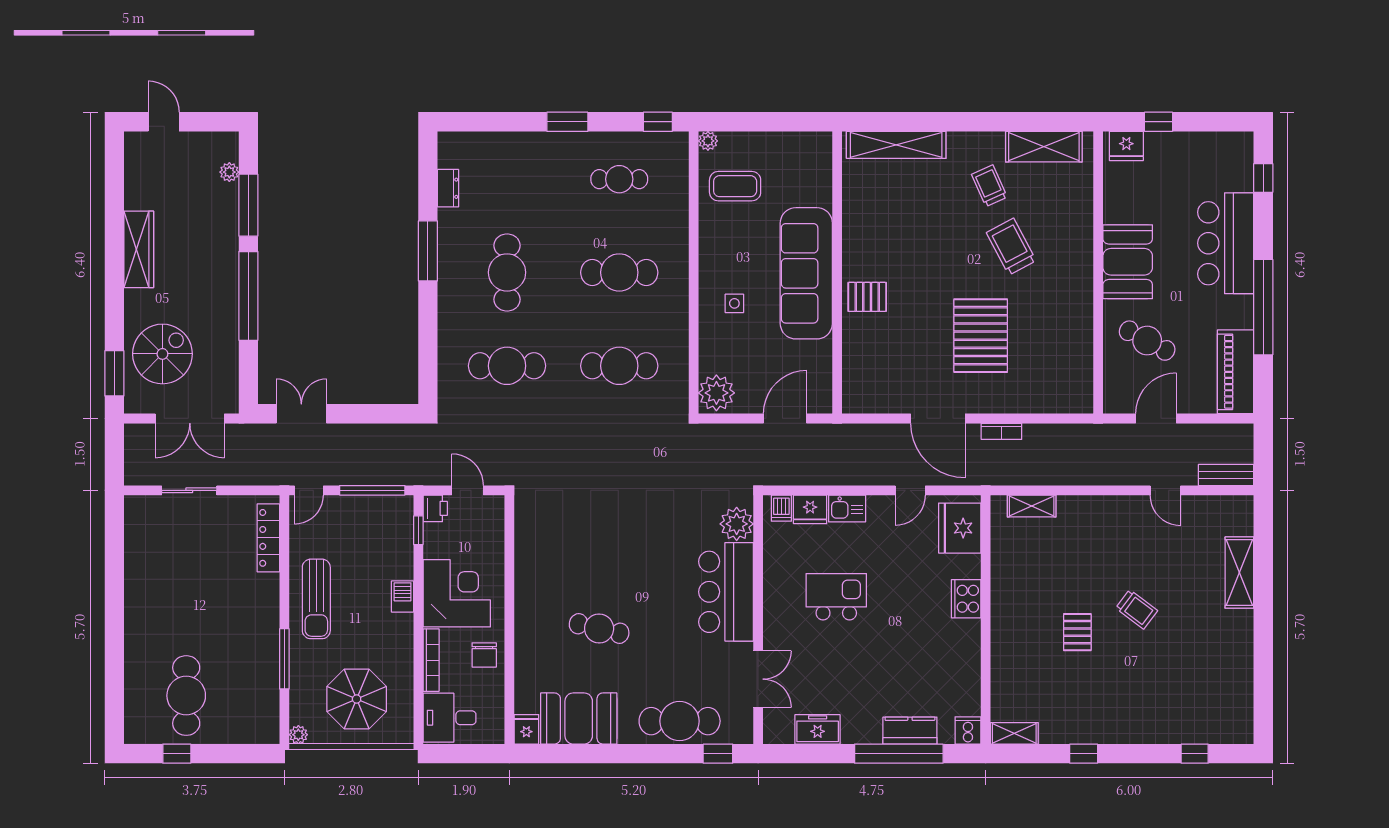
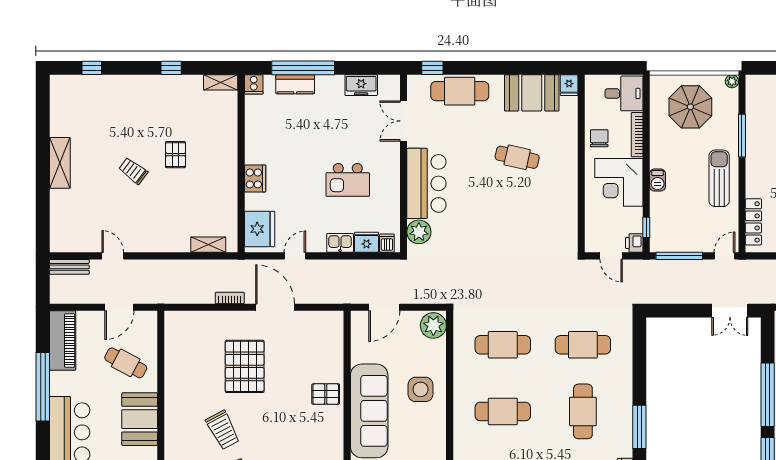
side table: (734, 303) -> (421, 389), width x1.87, depth x1.87
shelving: (1239, 573) -> (60, 163), moved

